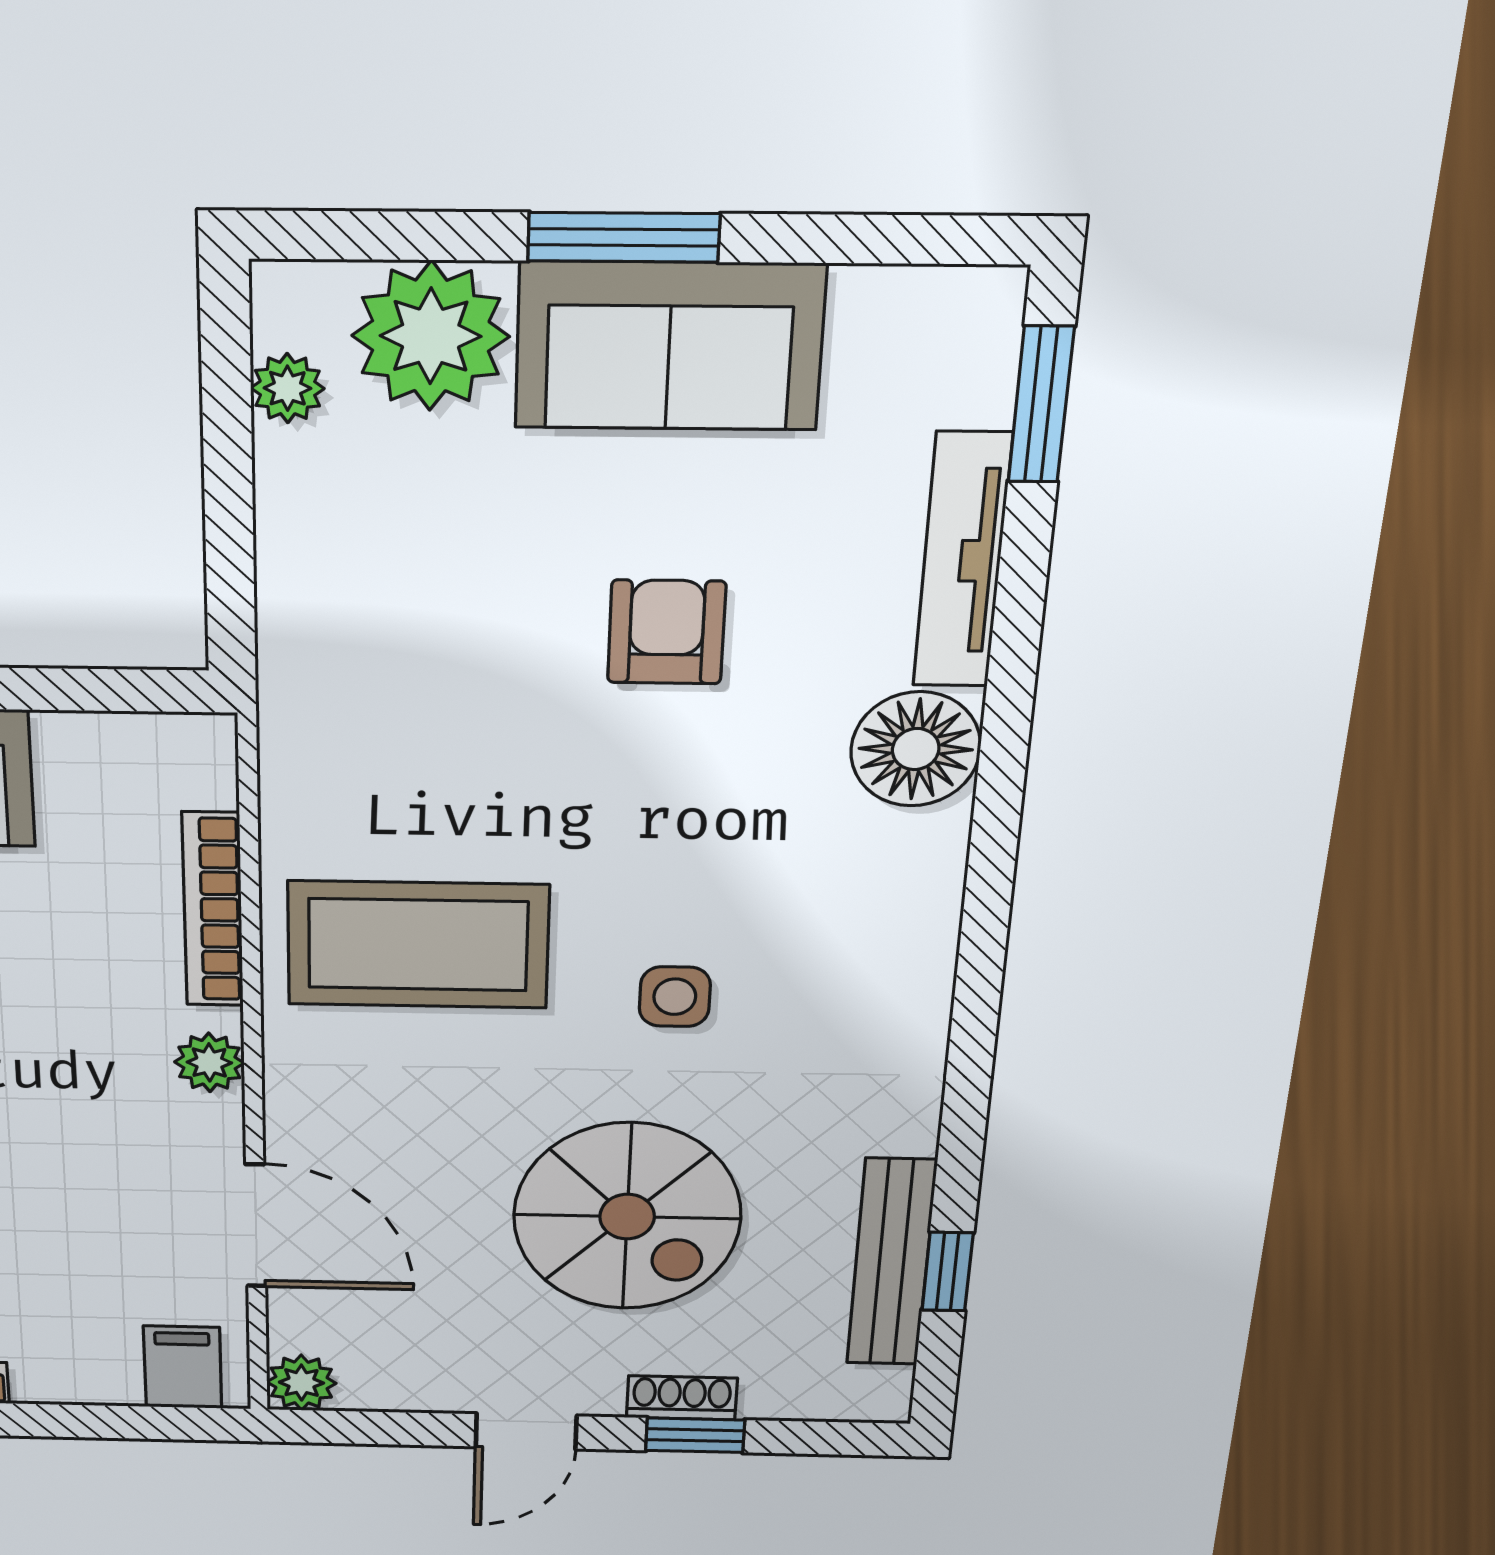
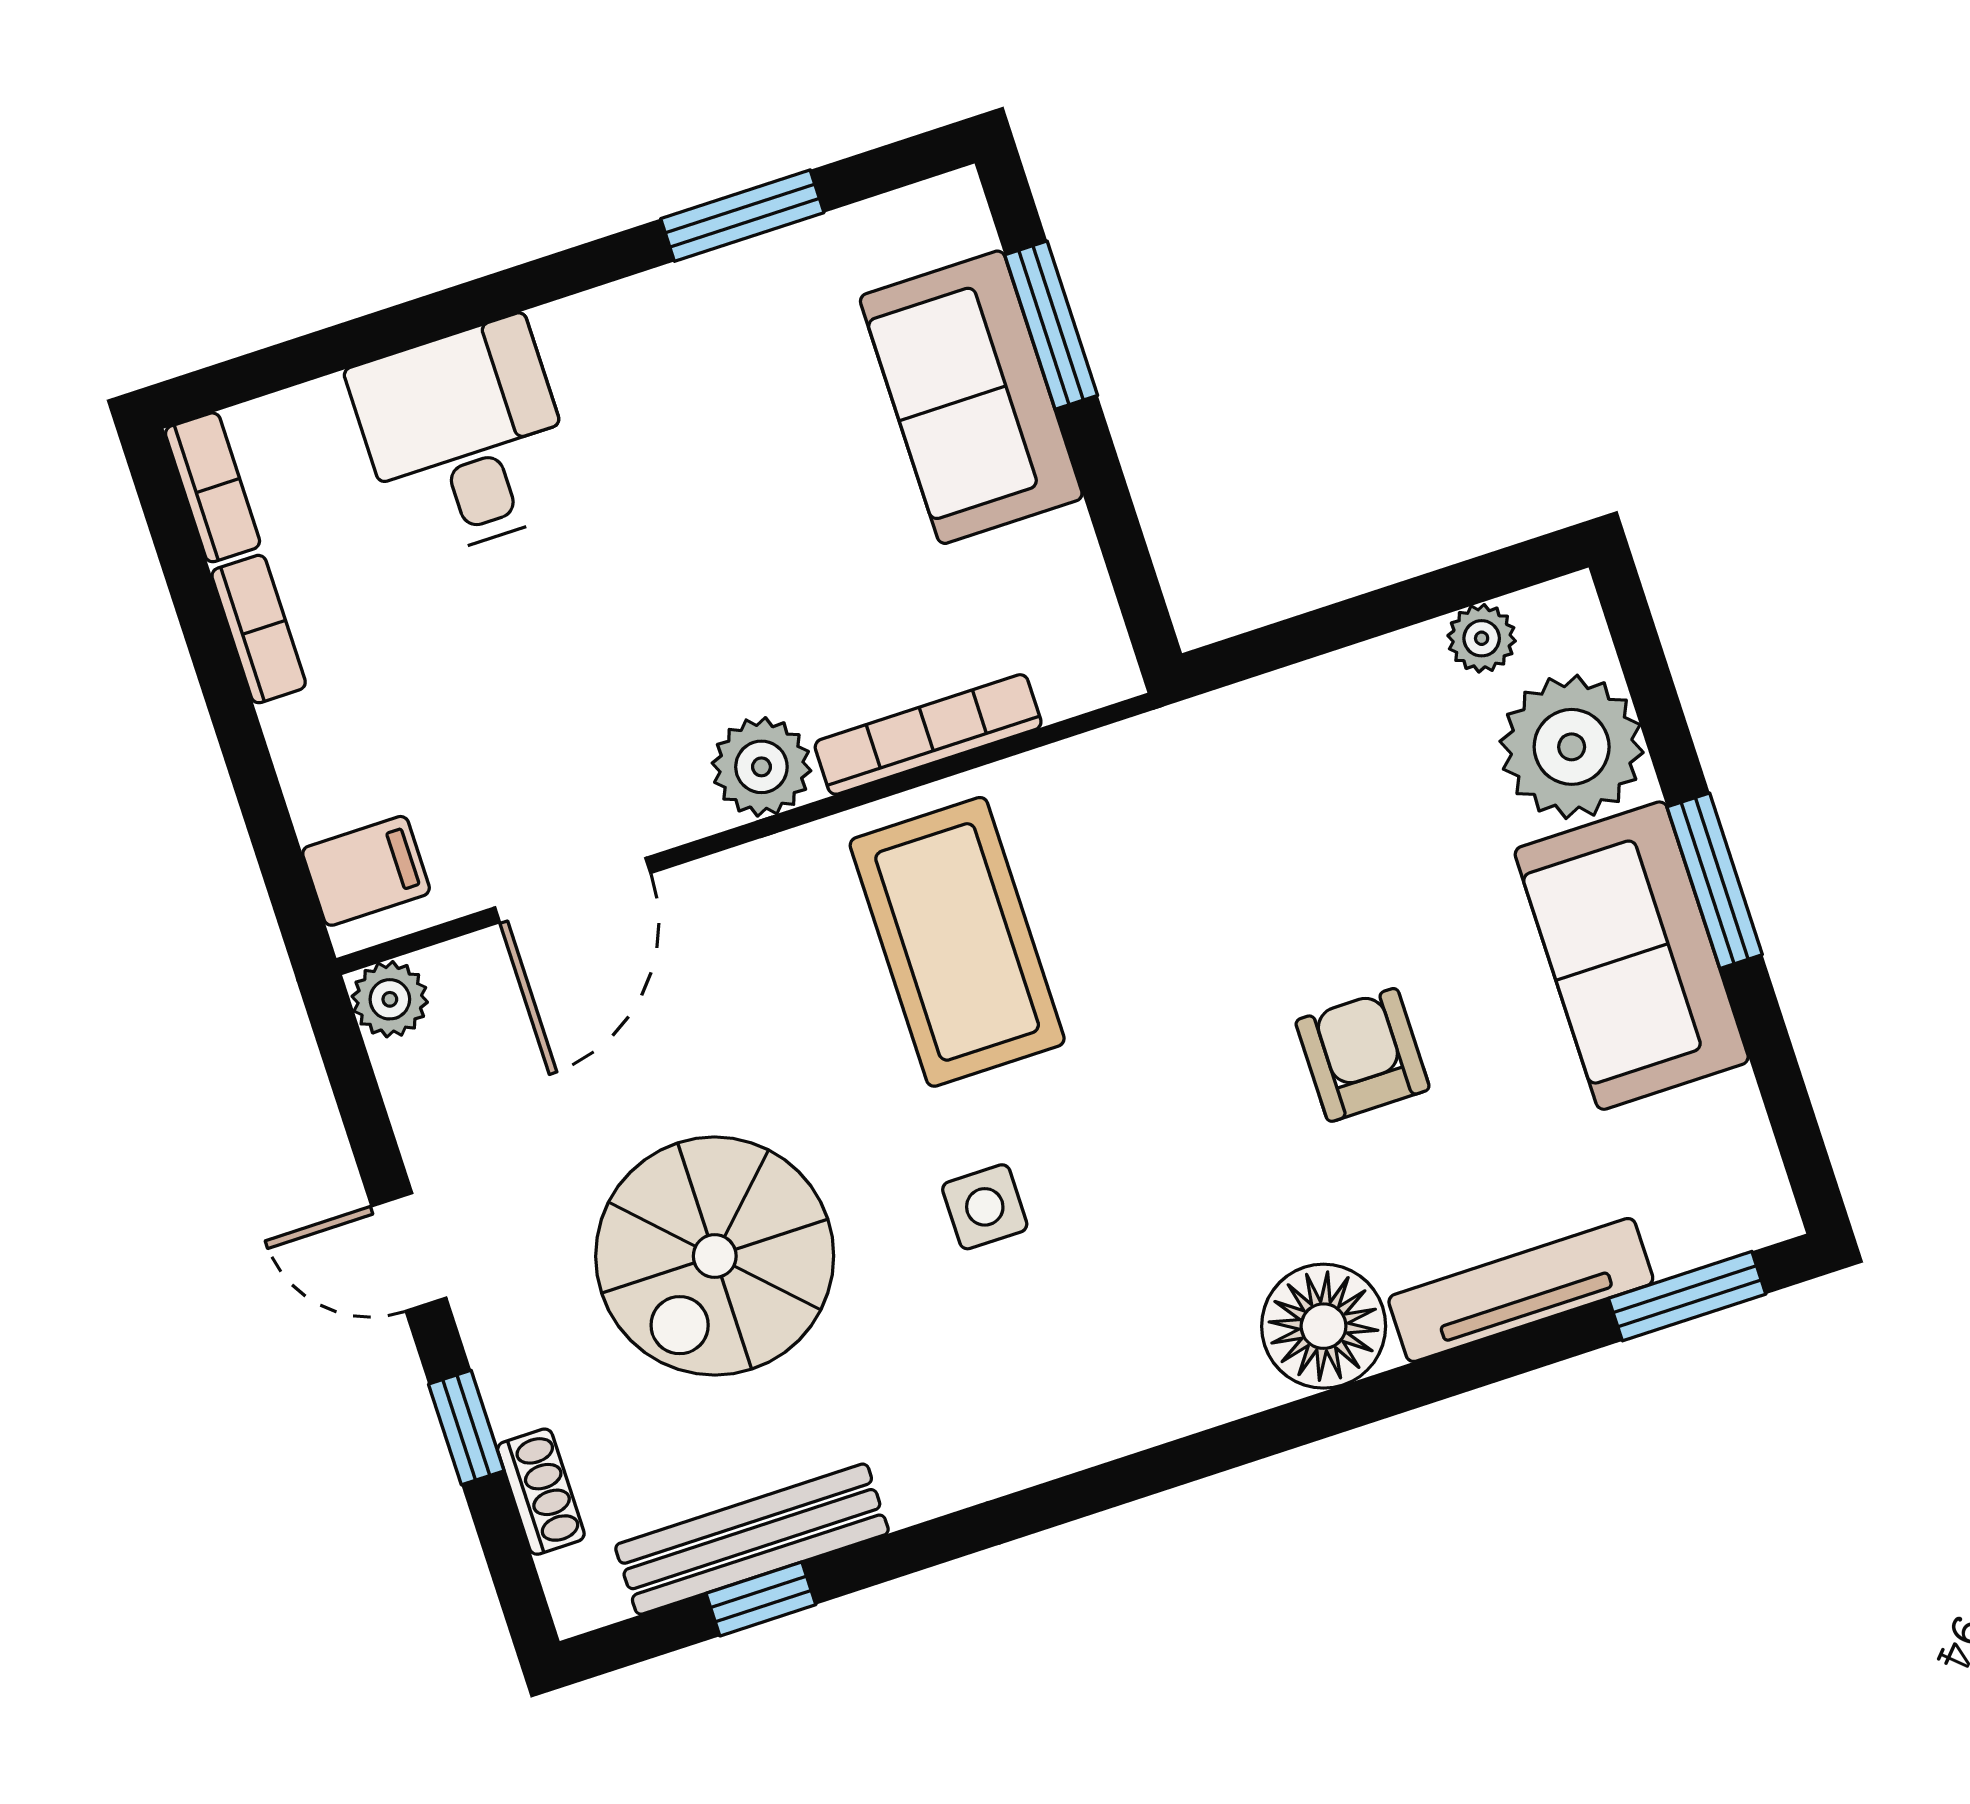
armchair: (667, 632) -> (1363, 1055), turned -90
plant: (209, 1062) -> (761, 767), width x1.38, depth x1.38
shoe rack: (682, 1398) -> (541, 1492), moved

